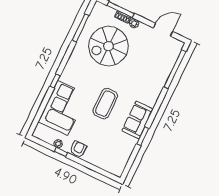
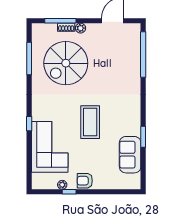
sofa: (138, 120) -> (130, 155), moved
armchair: (78, 149) -> (85, 181), turned -90

